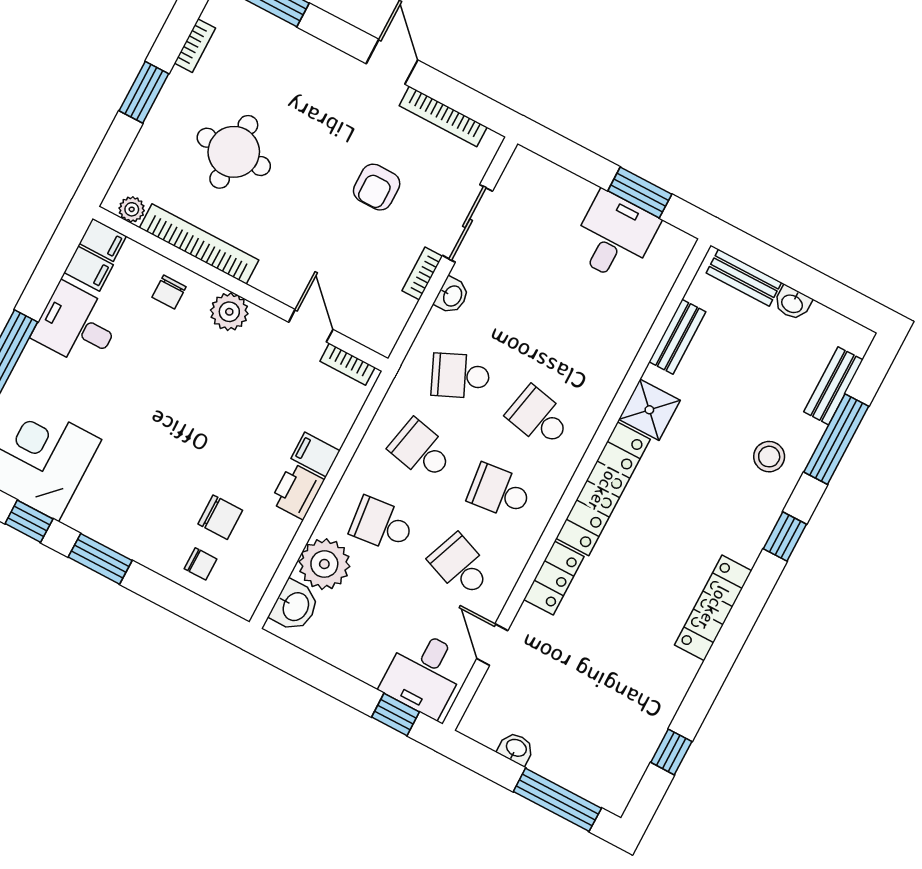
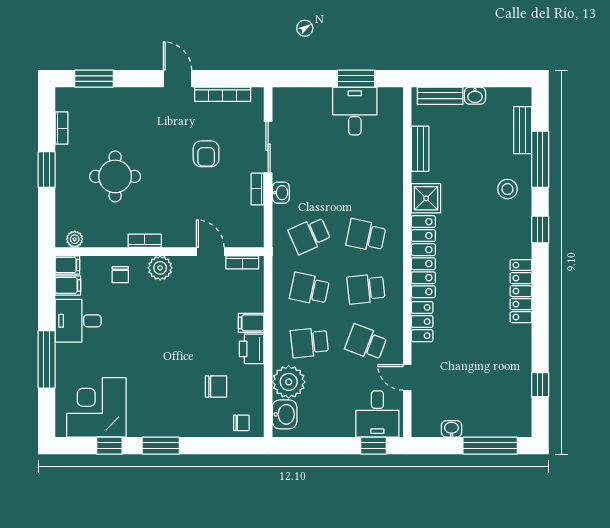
bookcase: (199, 244) -> (145, 241), width x0.43, depth x0.76
chair: (200, 564) -> (241, 423), moved

